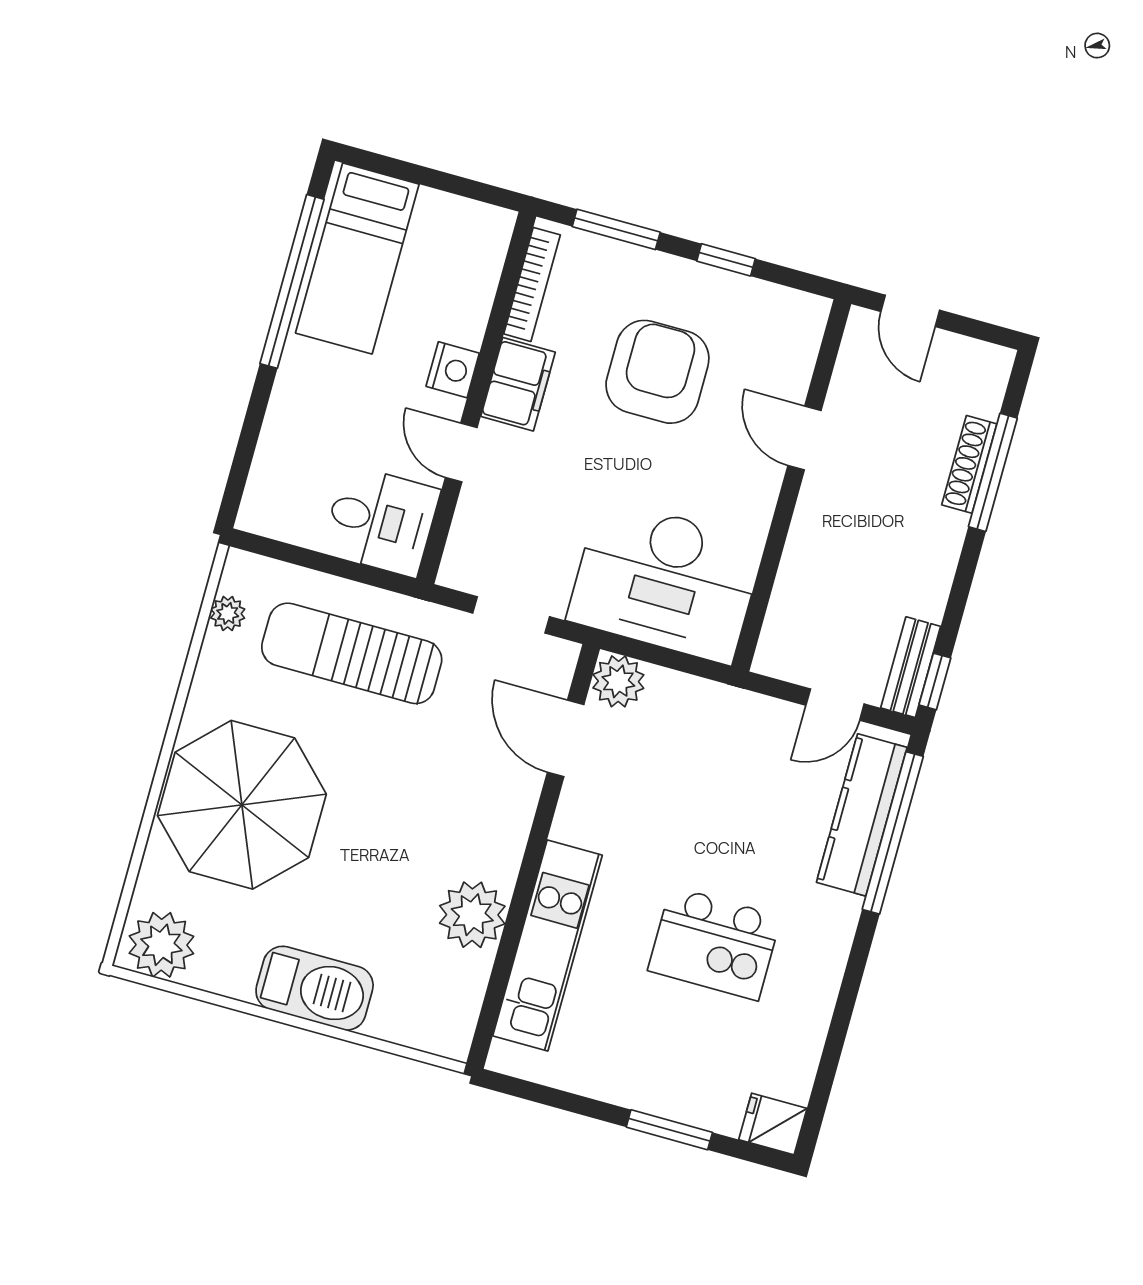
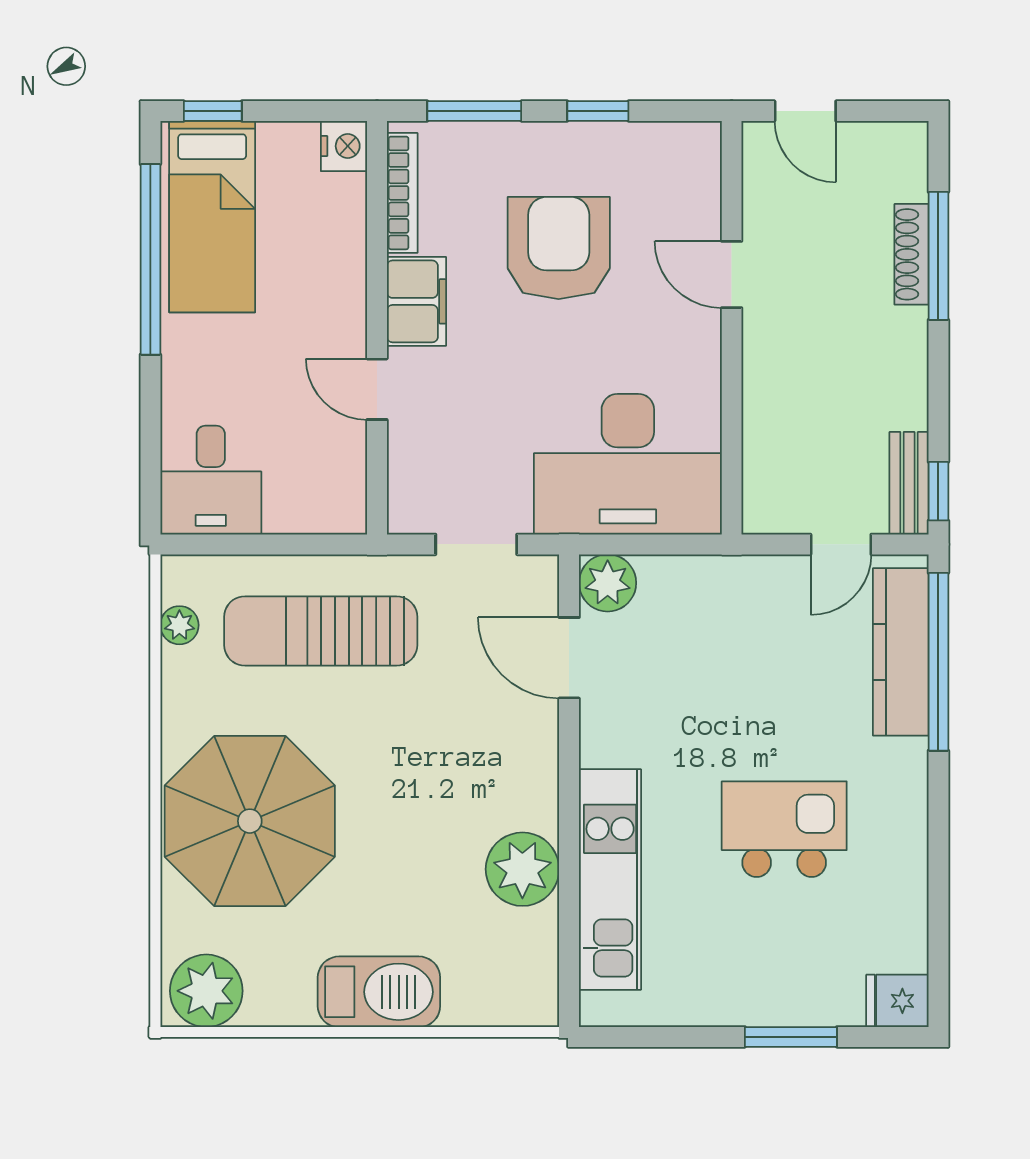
window: (384, 165) -> (213, 111), added
nightstand: (453, 370) -> (344, 146), moved
desk: (381, 521) -> (211, 480), moved, turned 90
kitchen island: (715, 944) -> (784, 829), turned 180

